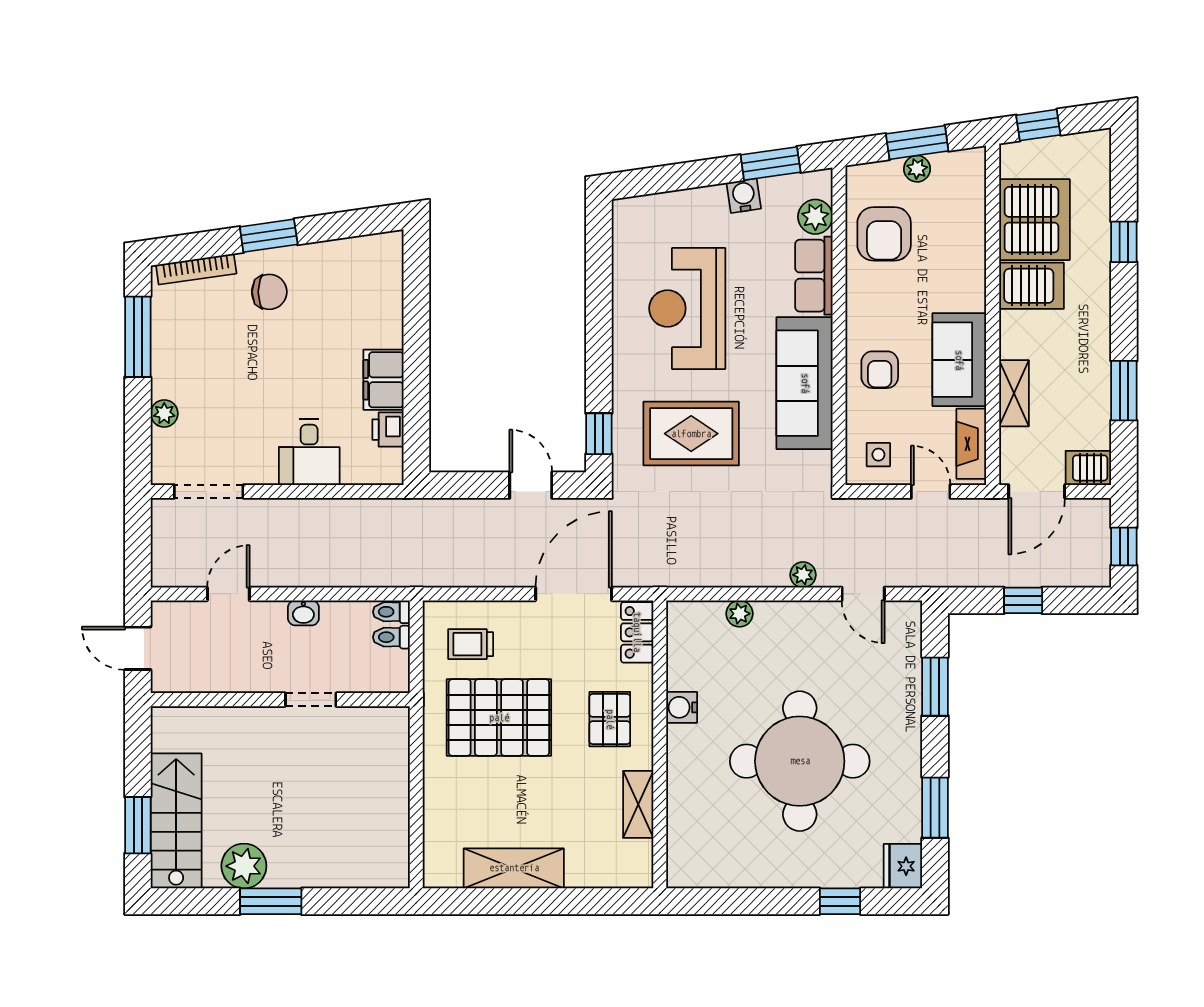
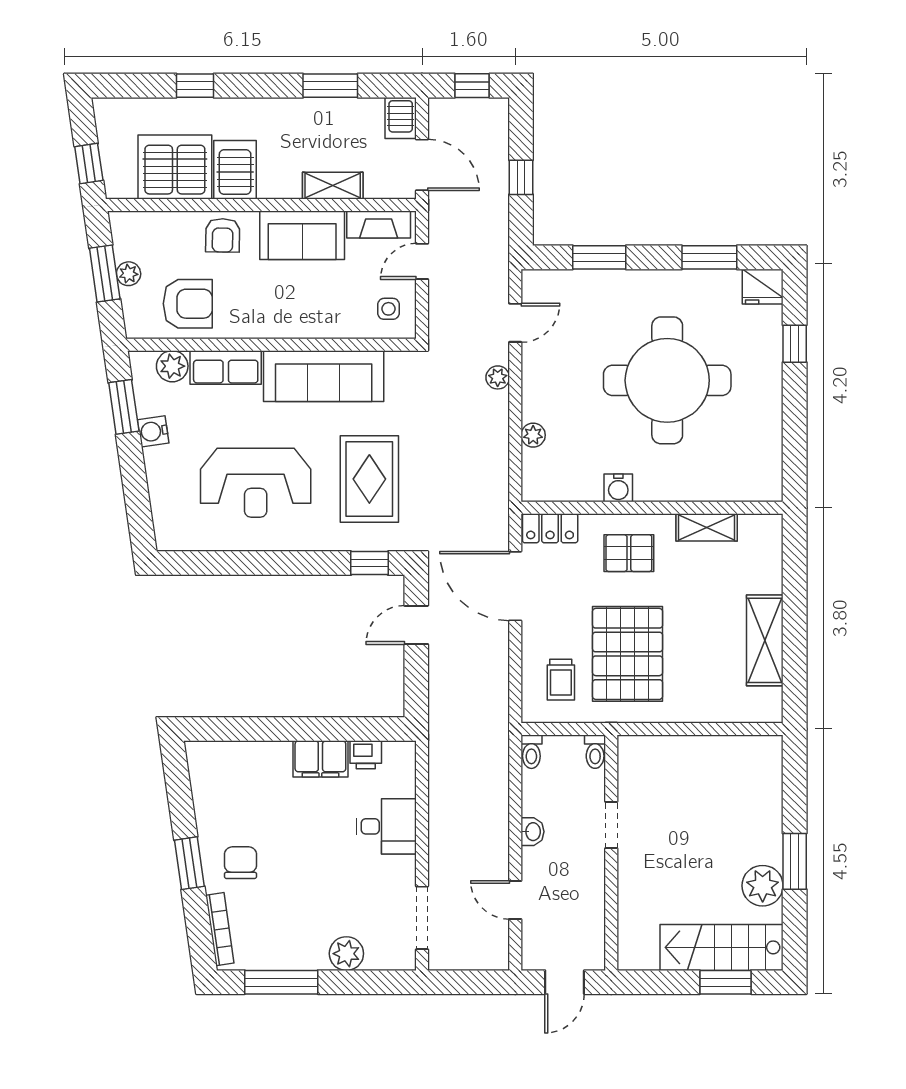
armchair: (880, 370) -> (223, 235), moved, turned 91
plant: (164, 413) -> (346, 954), width x1.38, depth x1.38
toilet: (391, 637) -> (595, 752), moved

